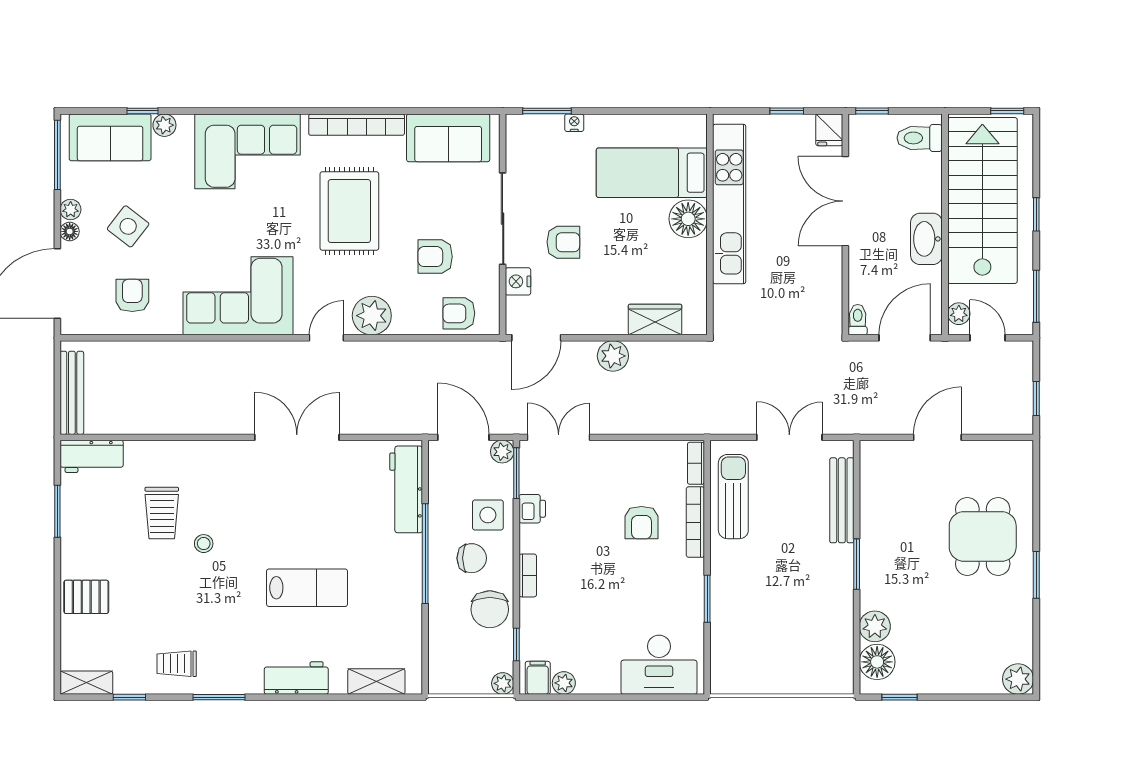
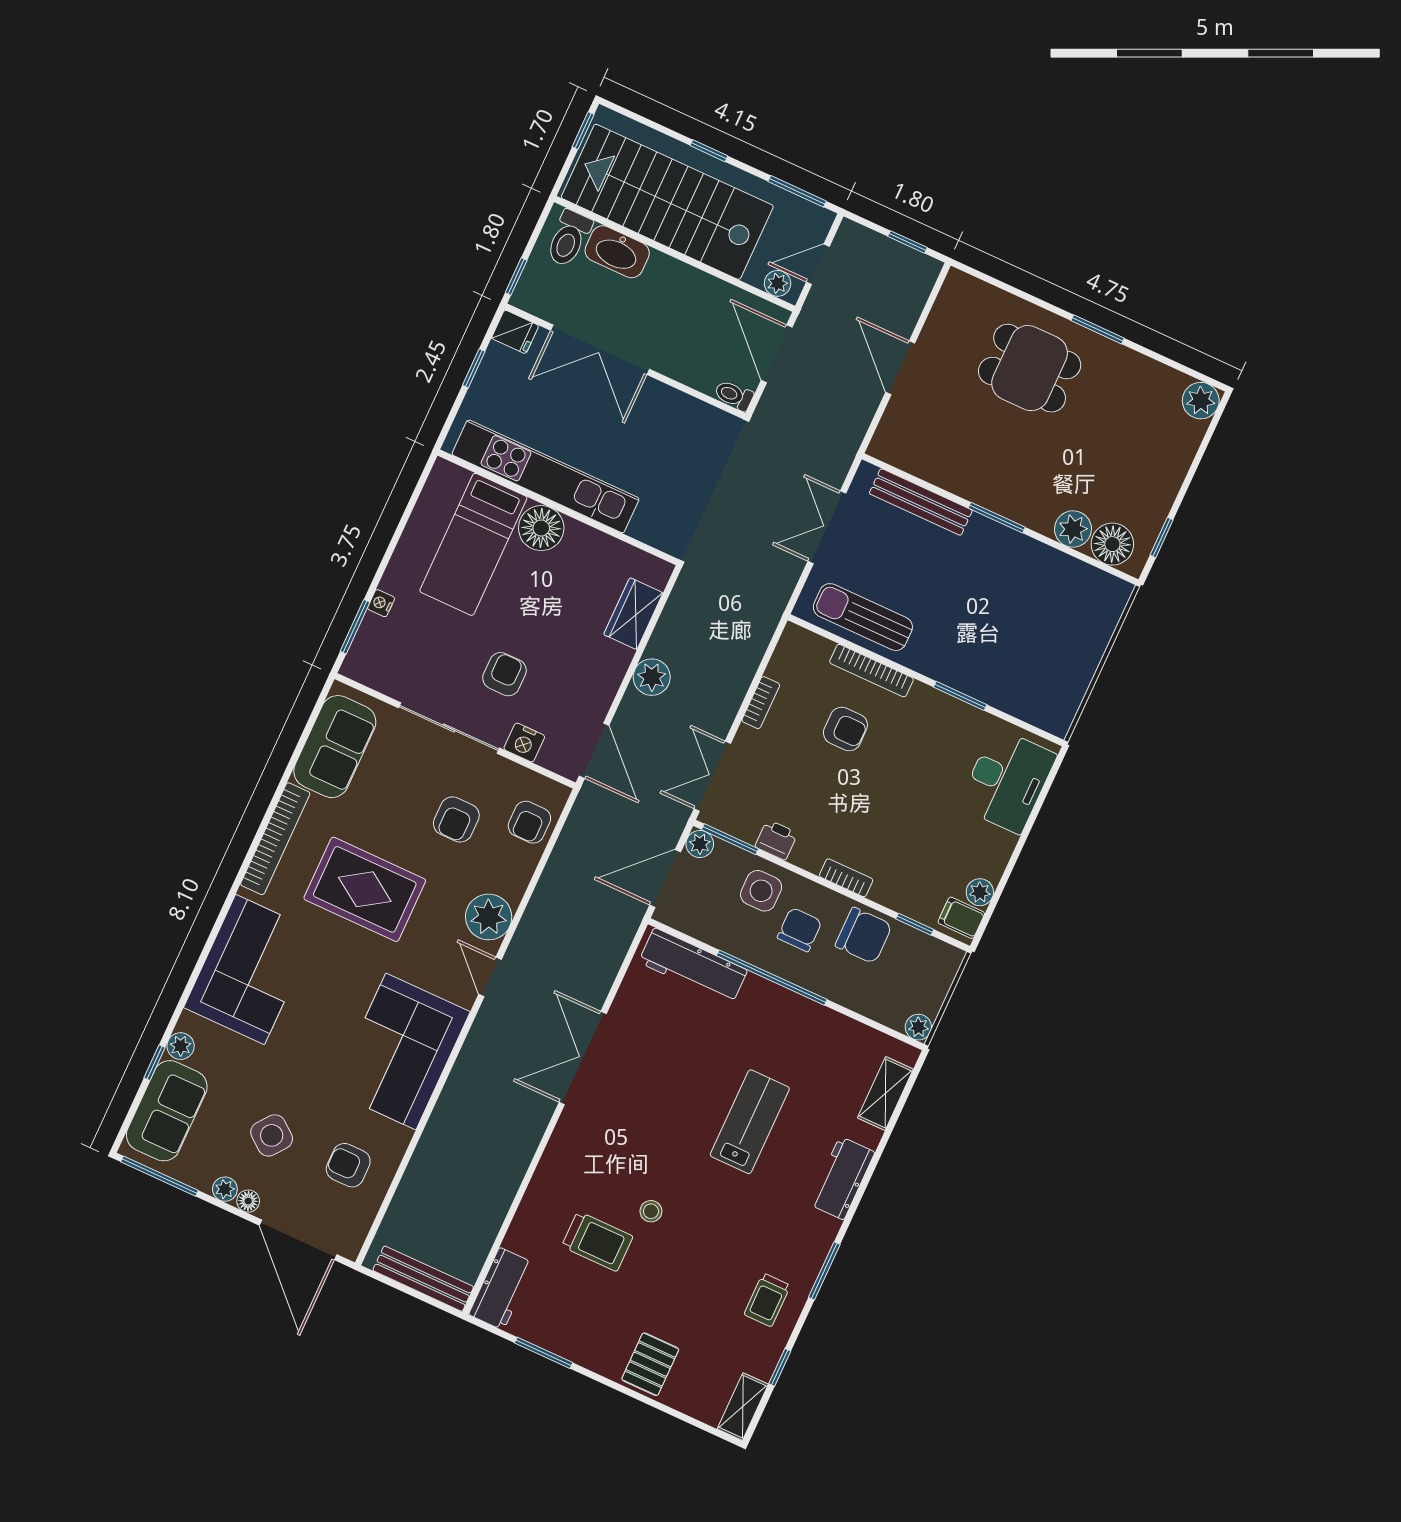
washbasin: (926, 239) -> (617, 252), moved
bookcase: (696, 463) -> (761, 703), moved, turned -90
plant: (503, 683) -> (918, 1027), moved

